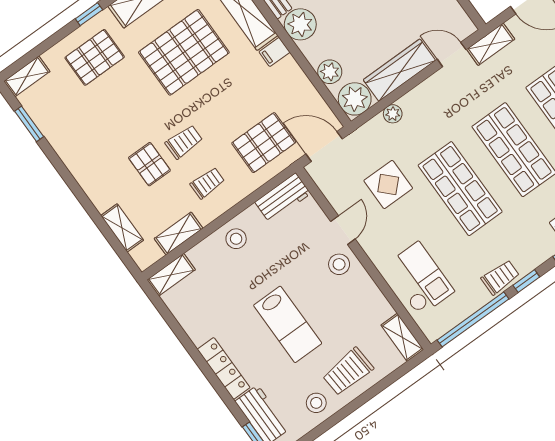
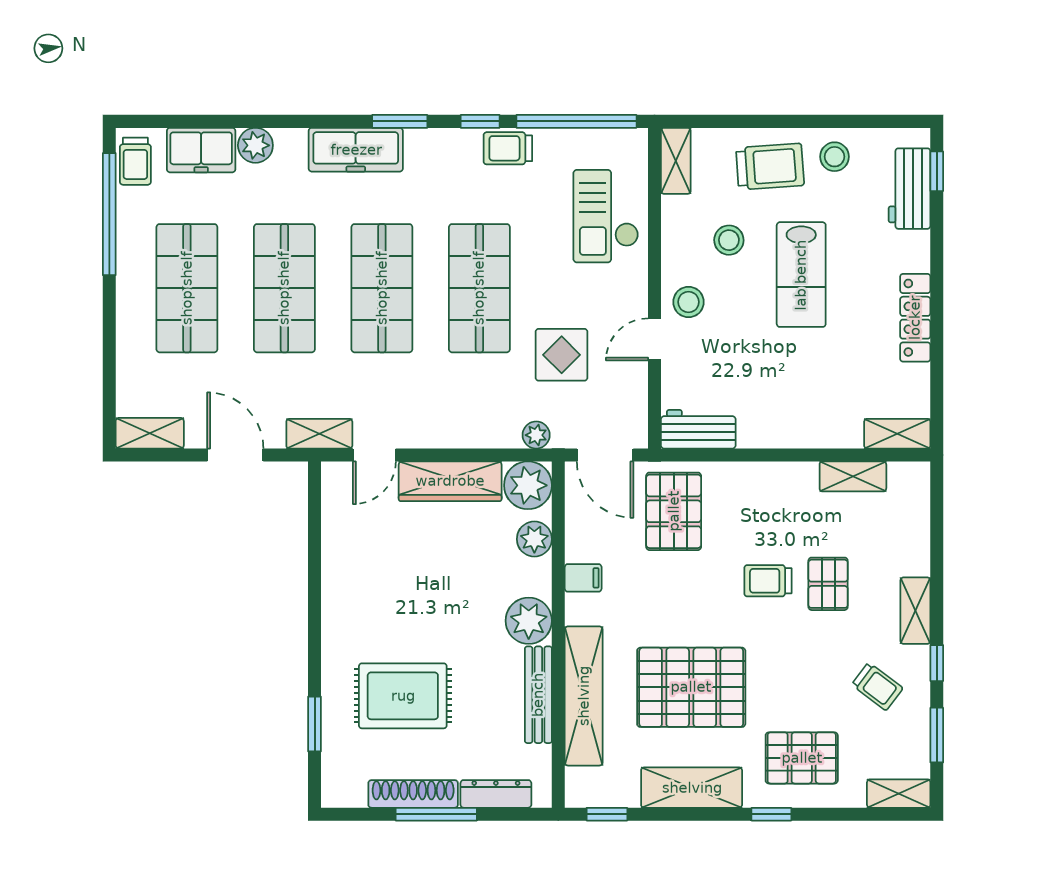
filing cabinet: (274, 52) -> (583, 578), moved
door: (452, 54) -> (374, 455), hinge flipped
plant: (393, 114) -> (536, 435), moved
pallet: (264, 143) -> (674, 511), turned 90
window: (58, 164) -> (937, 663), added
trolley: (207, 183) -> (877, 686), moved, turned -143
shelving: (122, 228) -> (915, 611), moved
stool: (236, 239) -> (729, 240), moved
lab bench: (288, 324) -> (801, 275), turned 180
locker: (224, 368) -> (915, 318), moved

